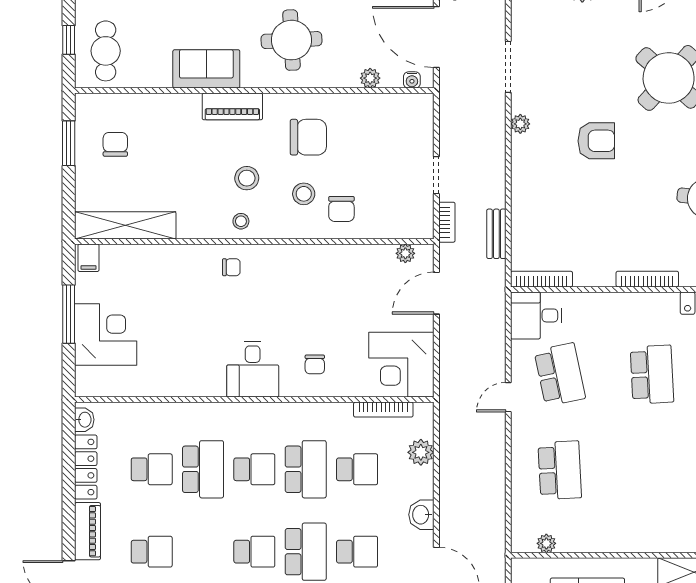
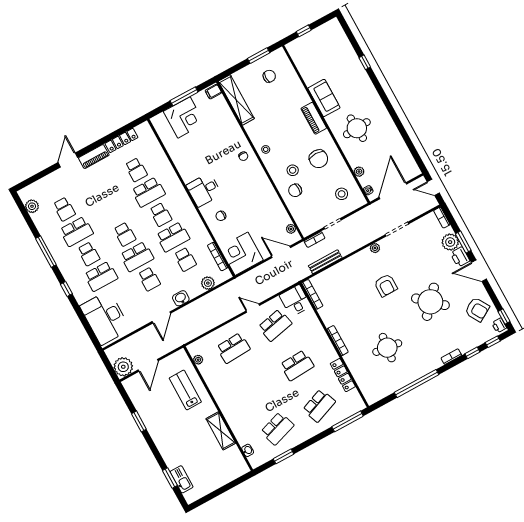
cafe table: (106, 51) -> (308, 50), removed
stool: (247, 178) -> (342, 194), moved
bench: (496, 234) -> (325, 262), width x1.36
washbasin: (84, 420) -> (142, 128), removed
school desk: (152, 552) -> (100, 189), removed

